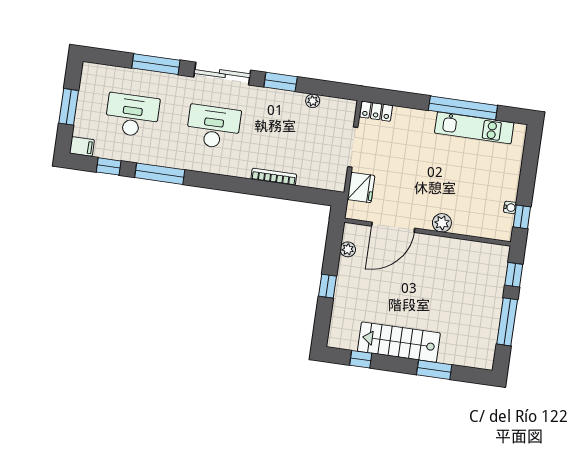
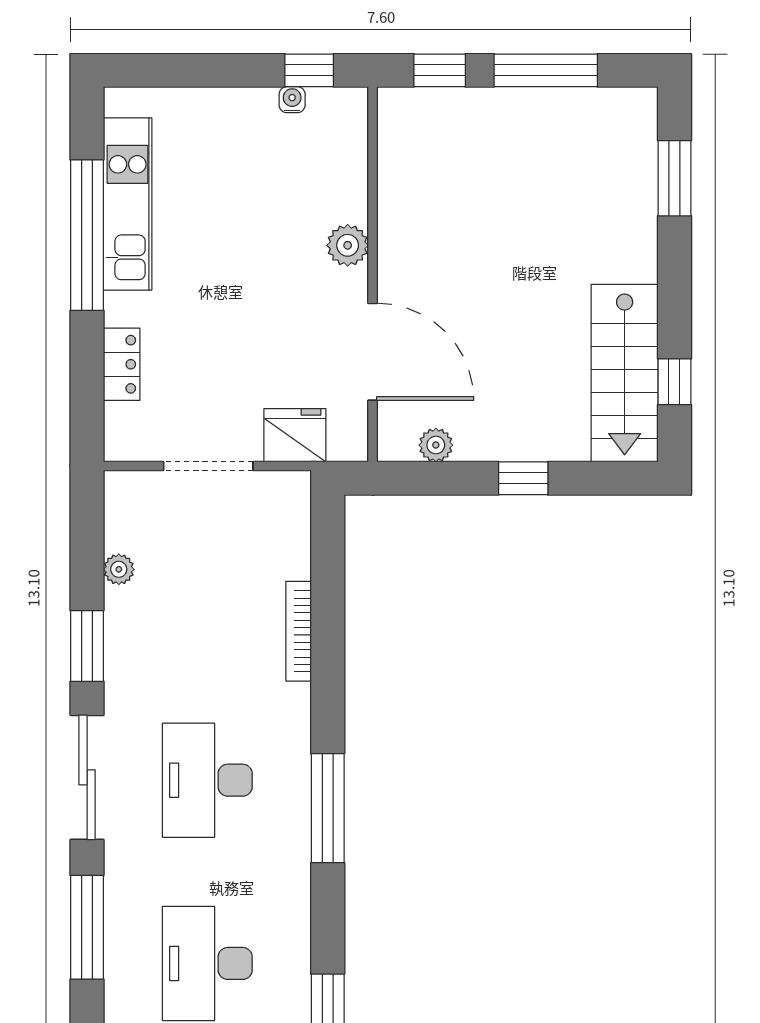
locker: (376, 111) -> (122, 364), moved
window: (160, 174) -> (328, 808), moved
stairs: (399, 342) -> (625, 373), moved
window: (434, 370) -> (674, 178), moved

